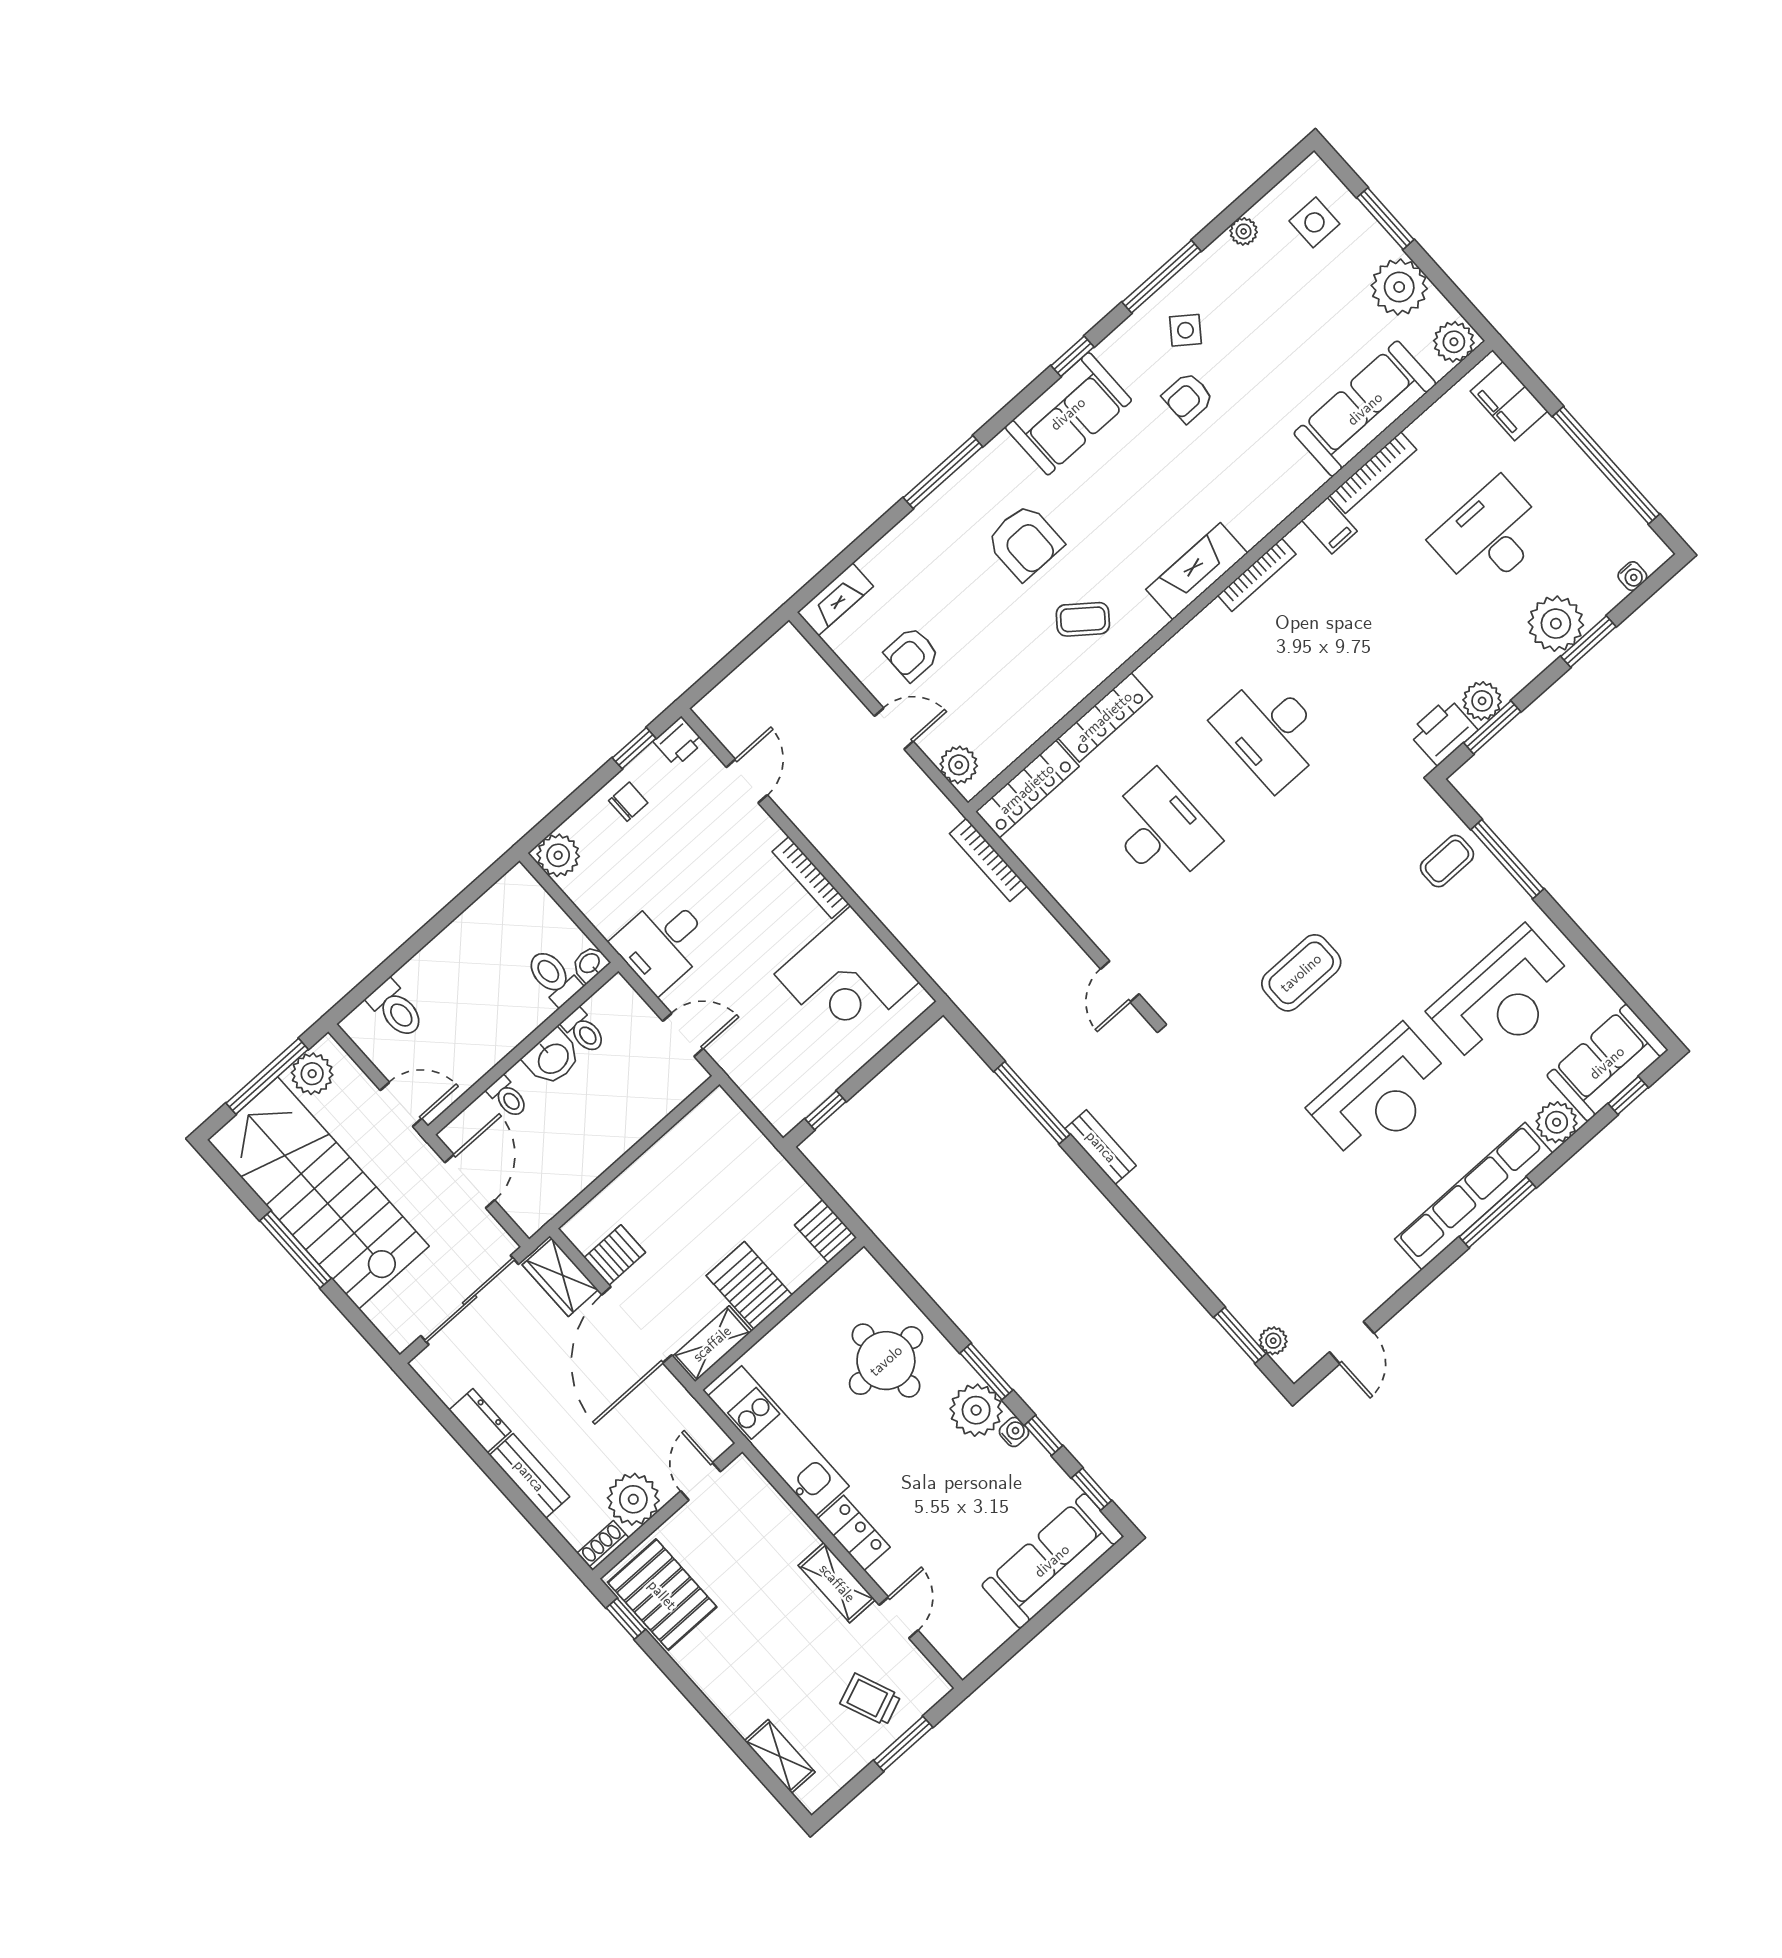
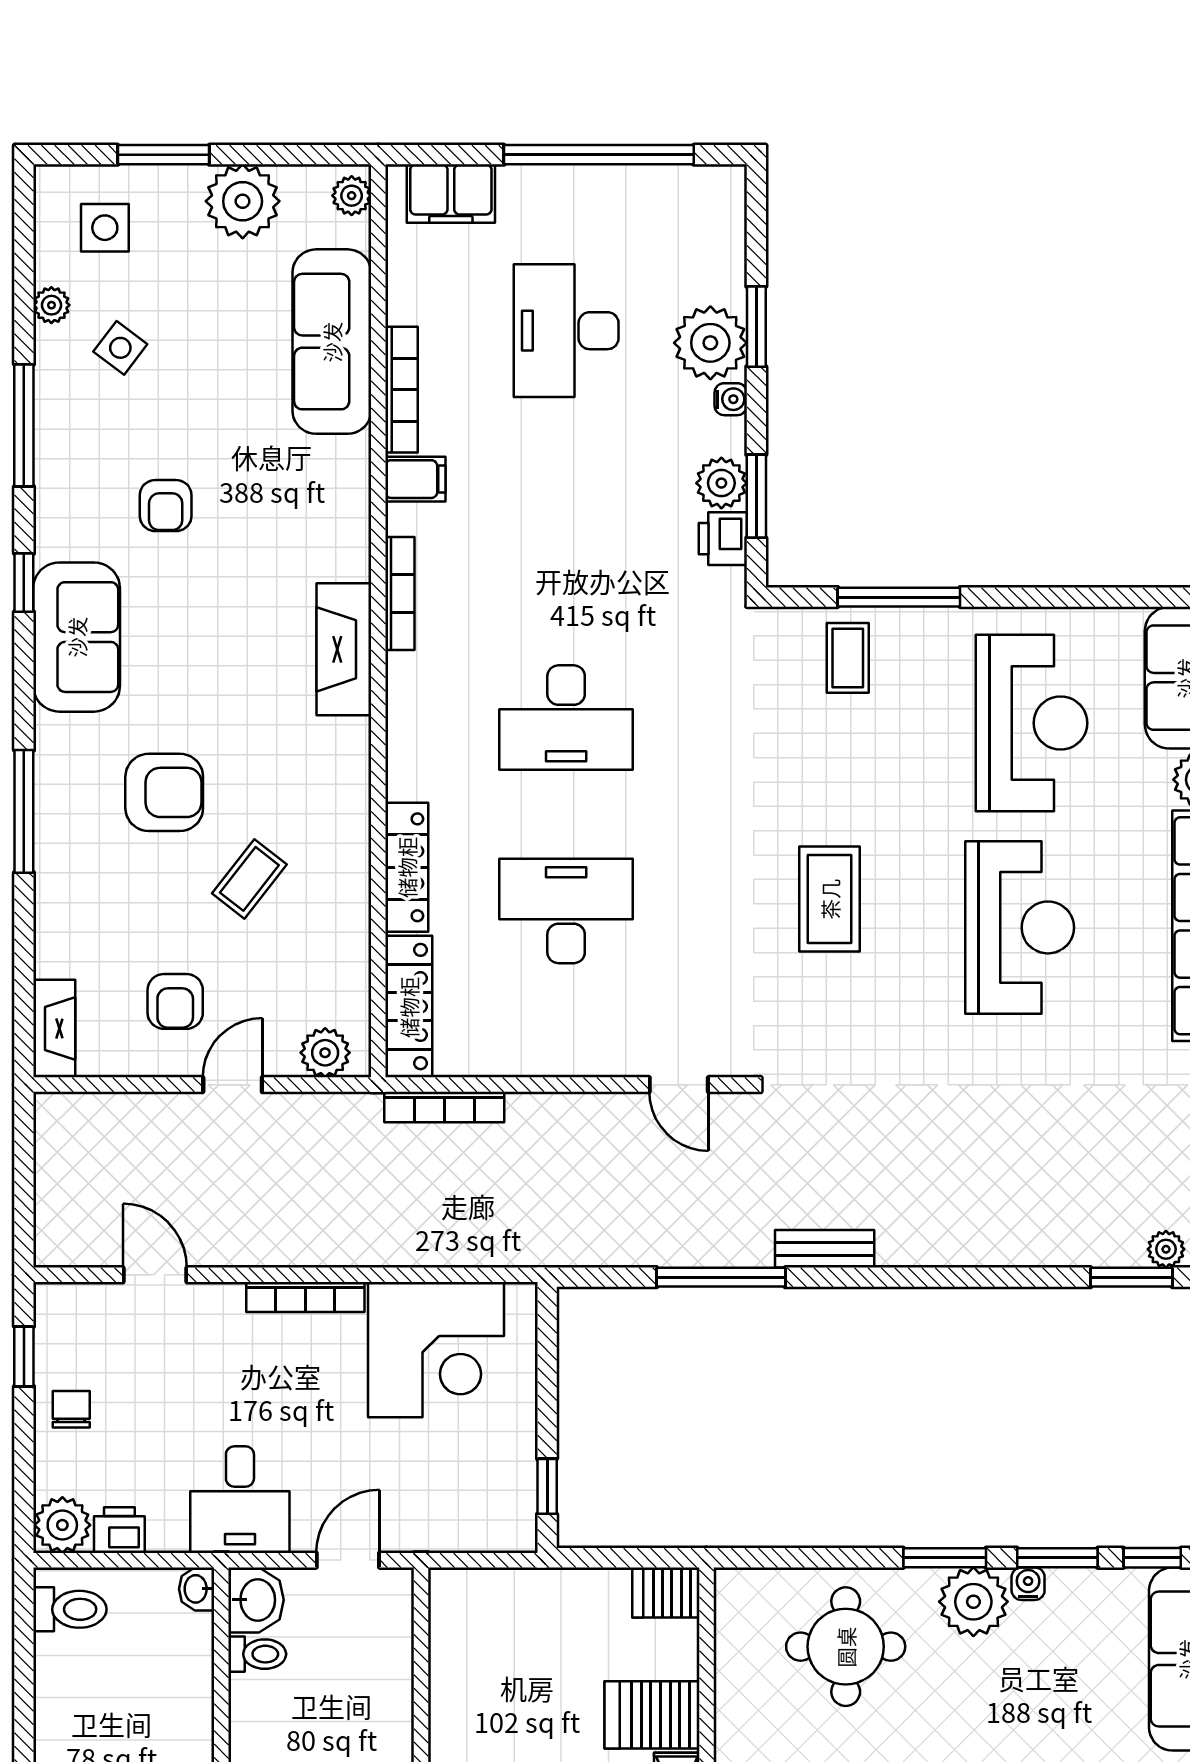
side table: (1185, 330) -> (120, 348), moved
plant: (1454, 342) -> (352, 196), width x0.73, depth x0.73
water cooler: (1632, 576) -> (731, 399), moved
coffee table: (1083, 619) -> (249, 879), moved
printer: (1443, 731) -> (723, 539), width x0.73, depth x0.81
printer: (679, 742) -> (119, 1530), moved, turned -90
toilet: (553, 977) -> (70, 1609), moved, turned 180
washbasin: (552, 1058) -> (256, 1600), moved
window: (1043, 1435) -> (1057, 1558), width x1.50

